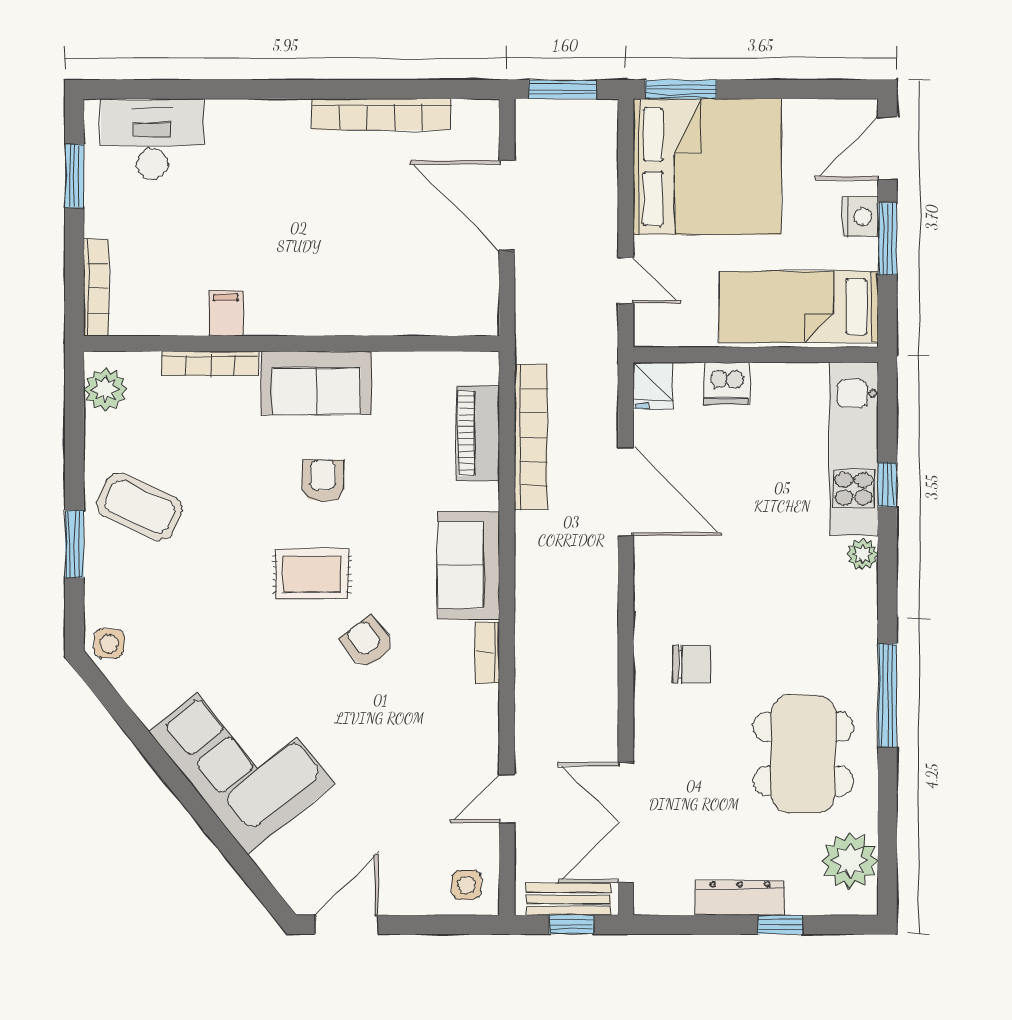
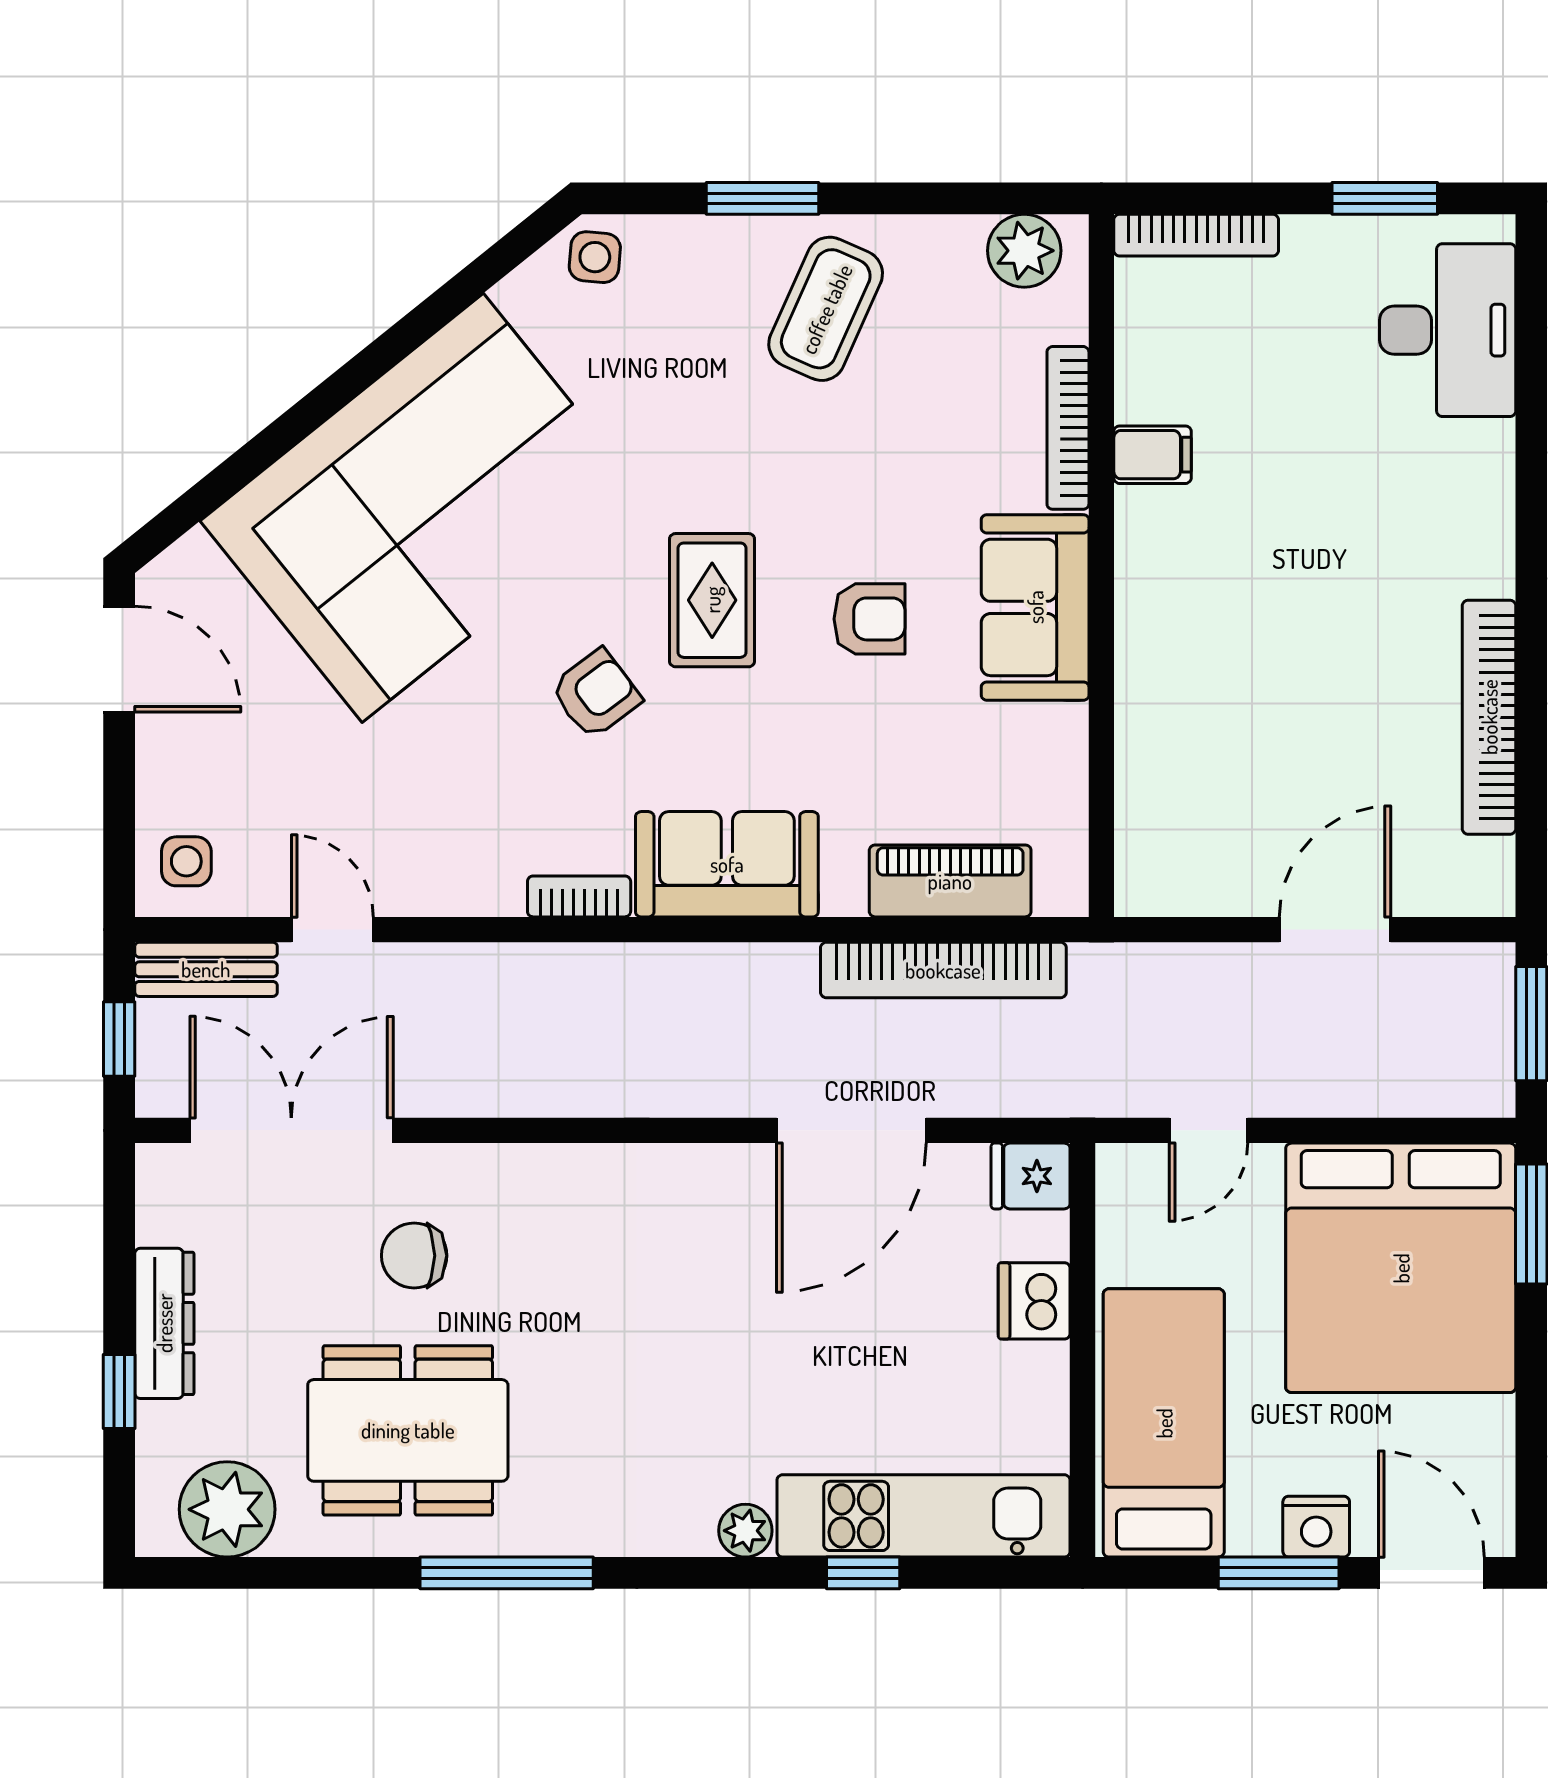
door: (507, 205) -> (1335, 930), width x0.73
chair: (692, 664) -> (414, 1256), moved, turned 90
corner sofa: (242, 758) -> (423, 508), width x1.36, depth x1.36
bench: (569, 899) -> (206, 969), moved, turned 90

